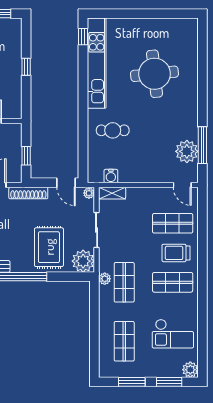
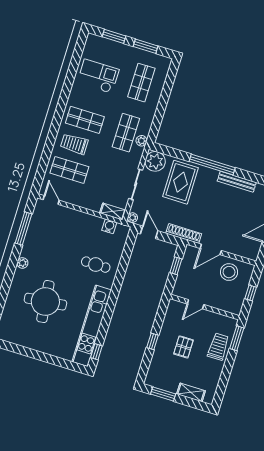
plant: (187, 151) -> (22, 263), moved, width x0.53, depth x0.53
trolley: (176, 253) -> (74, 144), turned 180
plant: (190, 370) -> (93, 41), removed

